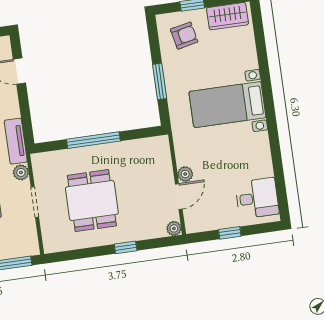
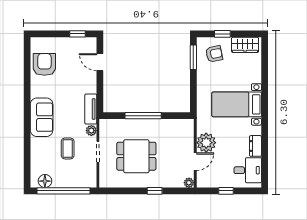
window: (160, 81) -> (193, 57), moved
dresser: (263, 161) -> (255, 146), added
plant: (185, 174) -> (206, 143), width x1.88, depth x1.88
dining table: (92, 201) -> (136, 156), turned 90

